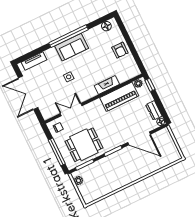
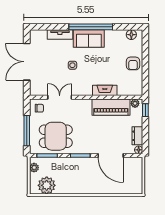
tv unit: (34, 61) -> (60, 34), moved
plant: (97, 191) -> (47, 185), added

